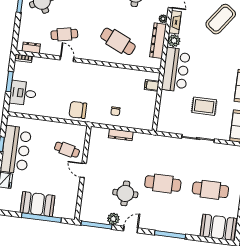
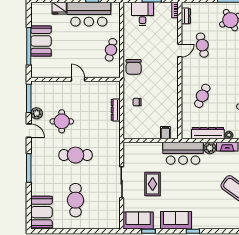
cafe table: (118, 41) -> (202, 96), width x0.73, depth x0.74
chair: (78, 110) -> (134, 67), turned 180
cafe table: (67, 150) -> (111, 50), moved
door: (83, 170) -> (78, 79), hinge flipped
cafe table: (163, 184) -> (76, 155), turned 90

